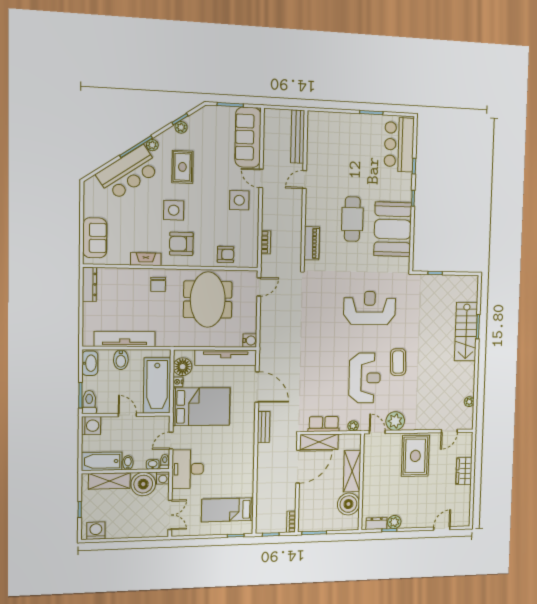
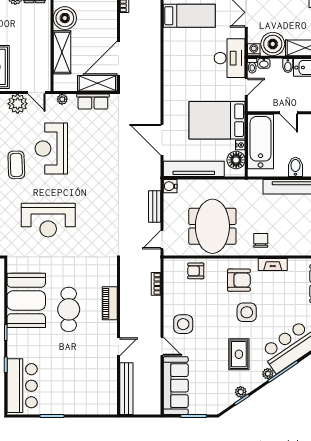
piano: (312, 243) -> (110, 303), moved
bench: (264, 427) -> (155, 207), moved

